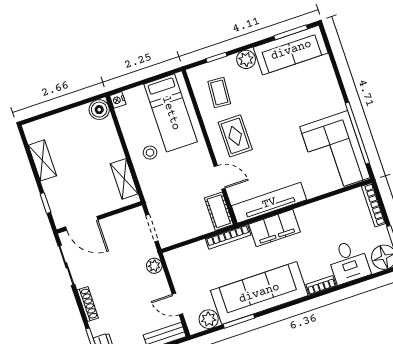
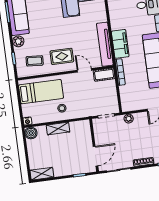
shelving: (42, 160) -> (42, 174), moved
door: (220, 177) -> (84, 70), hinge flipped
shelving: (124, 179) -> (58, 129), moved

